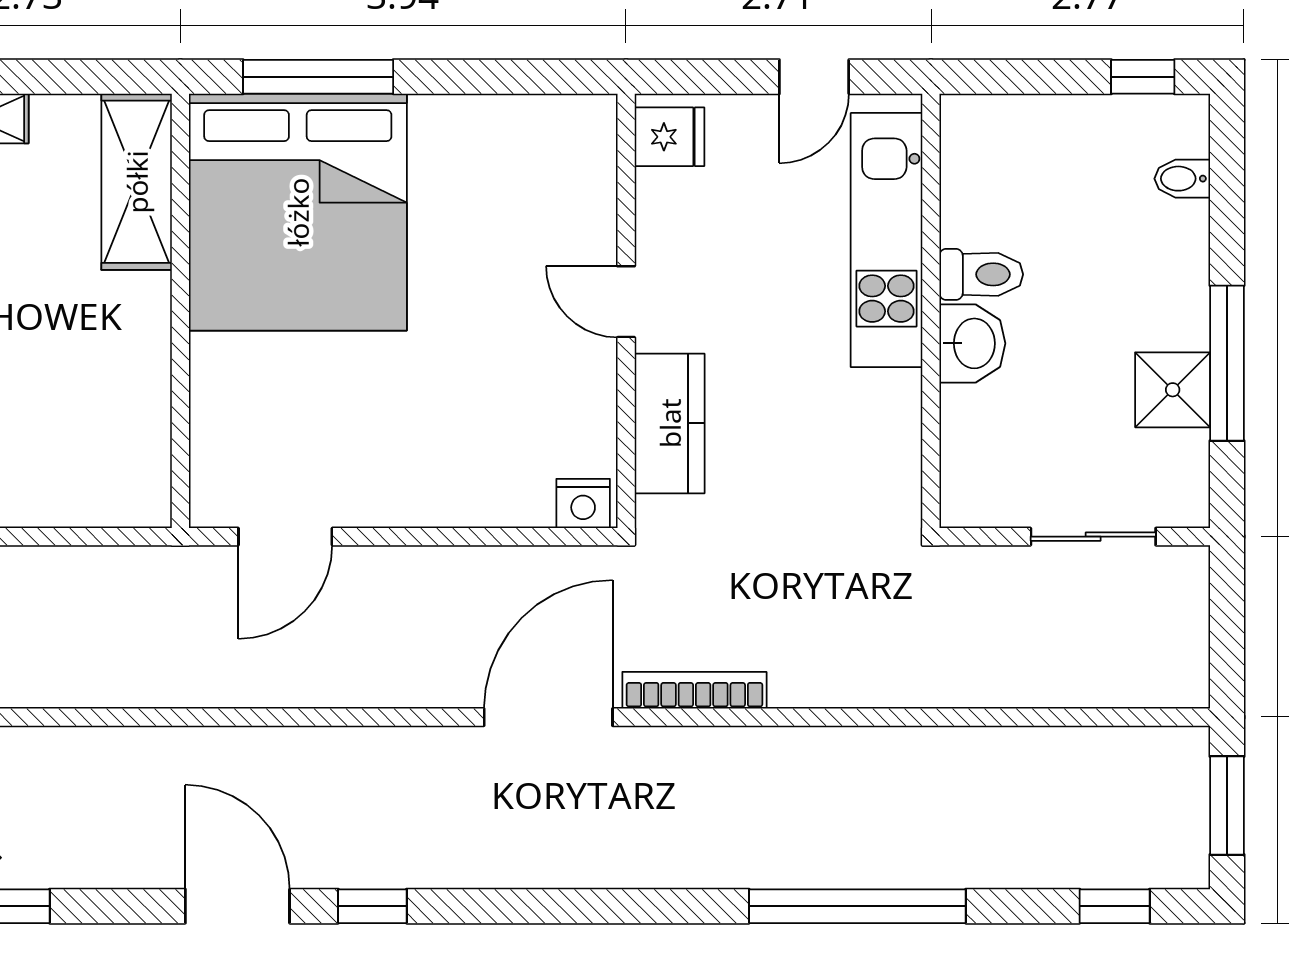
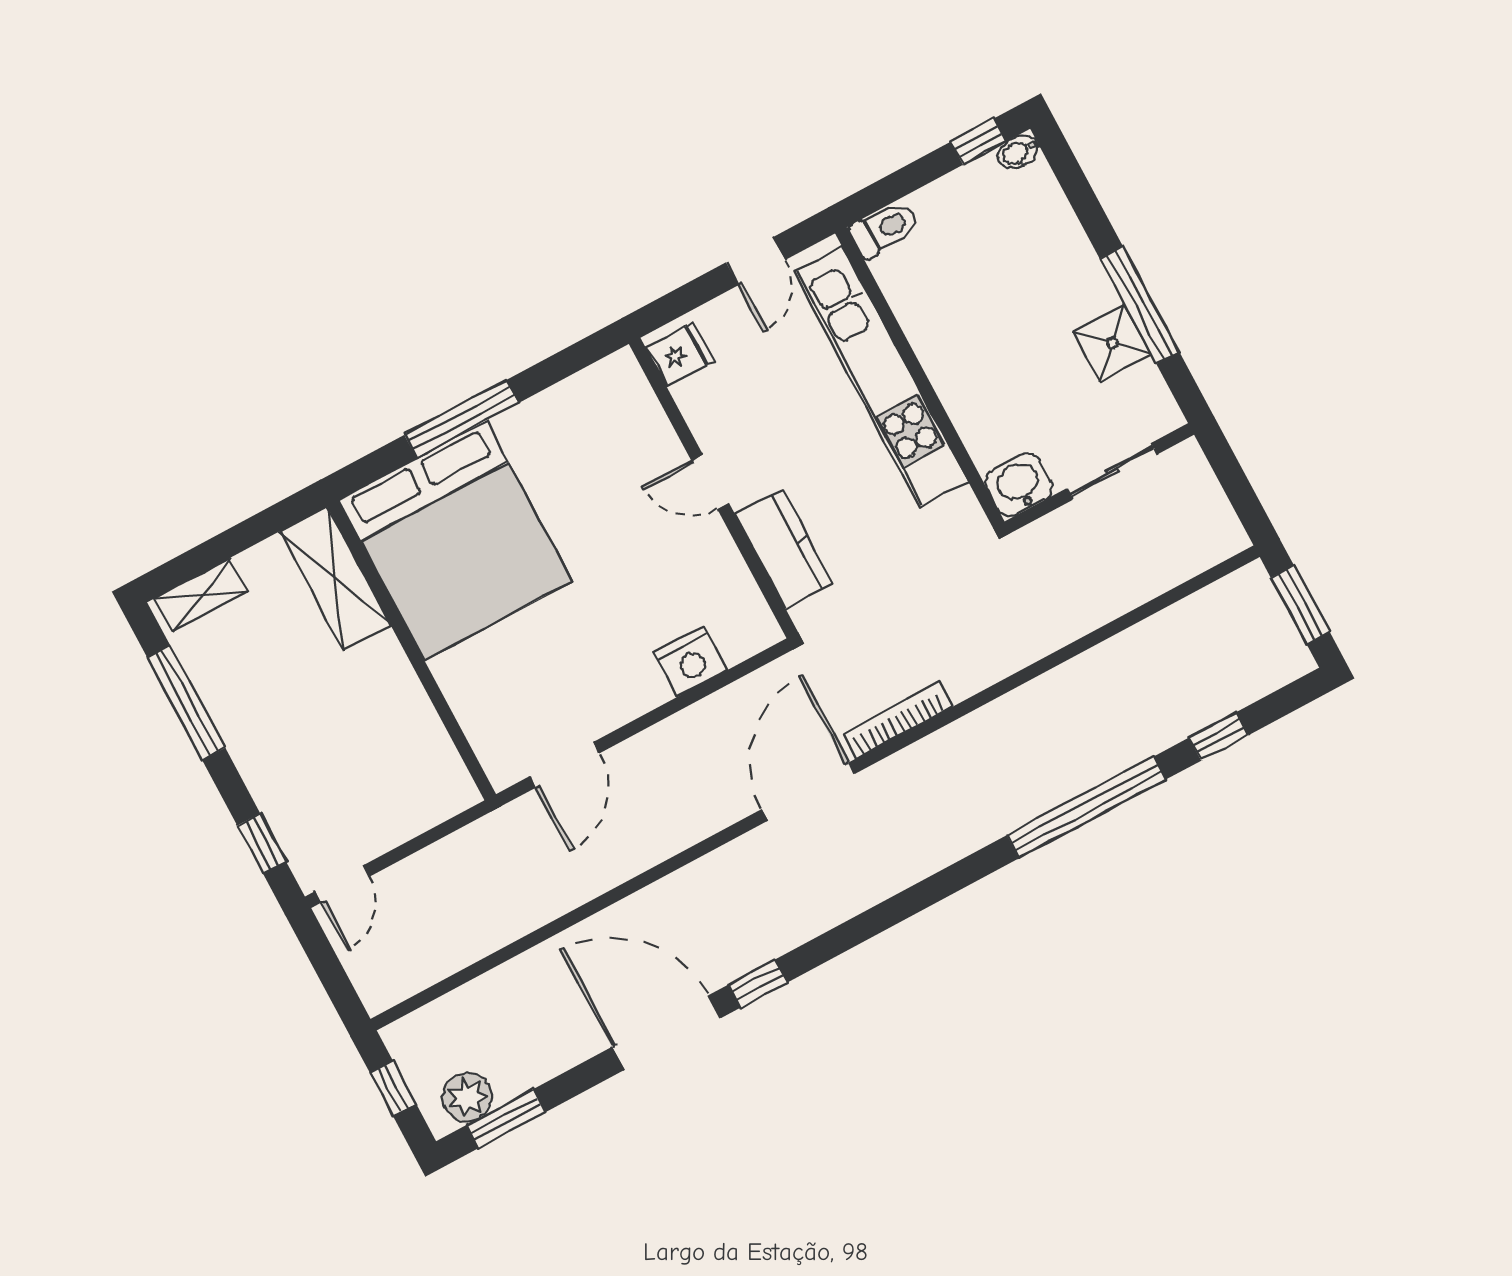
window: (318, 77) -> (461, 419), moved
bidet: (1182, 179) -> (1018, 152), moved
kitchen unit: (887, 240) -> (881, 377), width x1.36
toilet: (981, 274) -> (884, 229), moved
washbasin: (972, 343) -> (1019, 485), moved, turned -90
nightstand: (583, 503) -> (691, 661), moved, width x1.36, depth x1.33
door: (237, 906) -> (666, 1033), width x1.36
window: (1115, 906) -> (1219, 736), moved

